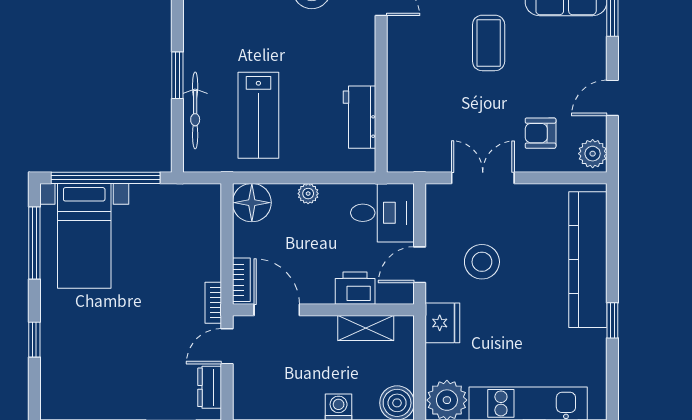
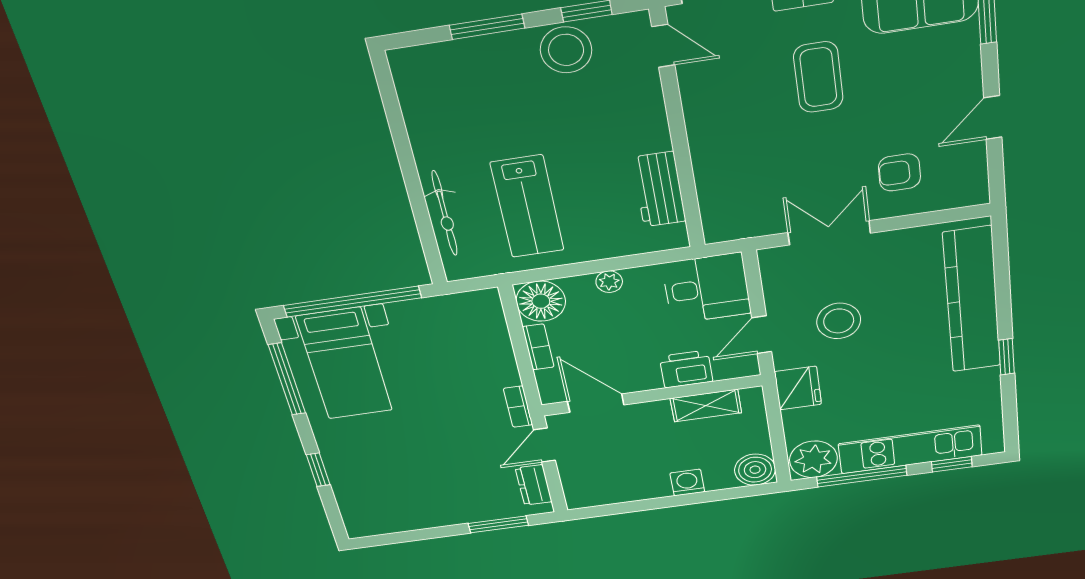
window: (177, 75) -> (411, 177), removed
plant: (593, 154) -> (970, 185), removed
bookcase: (241, 280) -> (538, 347), moved

